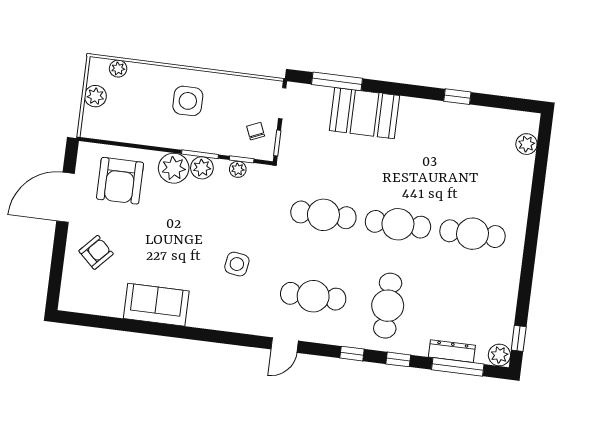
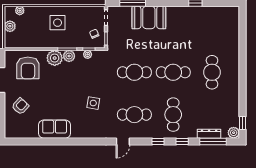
plant: (526, 144) -> (234, 23), removed
cafe table: (472, 234) -> (212, 72), turned 90

